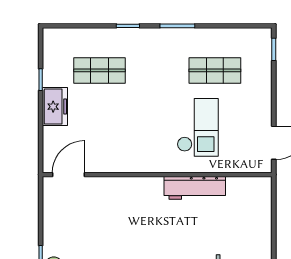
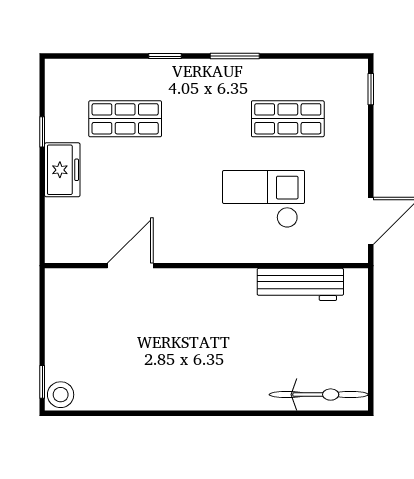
checkout: (198, 127) -> (264, 199), turned -90
door: (68, 175) -> (130, 266), moved
workbench: (195, 188) -> (300, 284), moved

